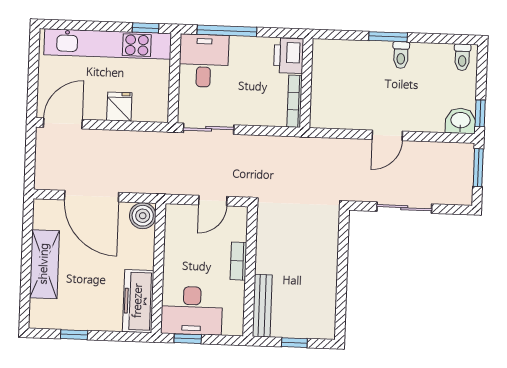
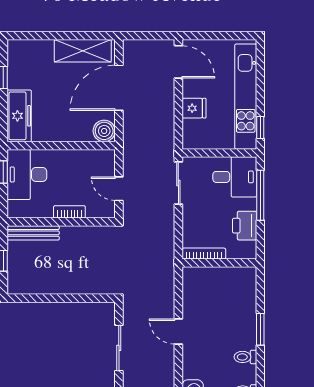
toilet: (401, 55) -> (245, 357), moved
printer: (289, 56) -> (245, 226), moved, turned -90
shelving: (44, 264) -> (83, 51), moved
freezer: (138, 301) -> (19, 116), moved, turned 90

